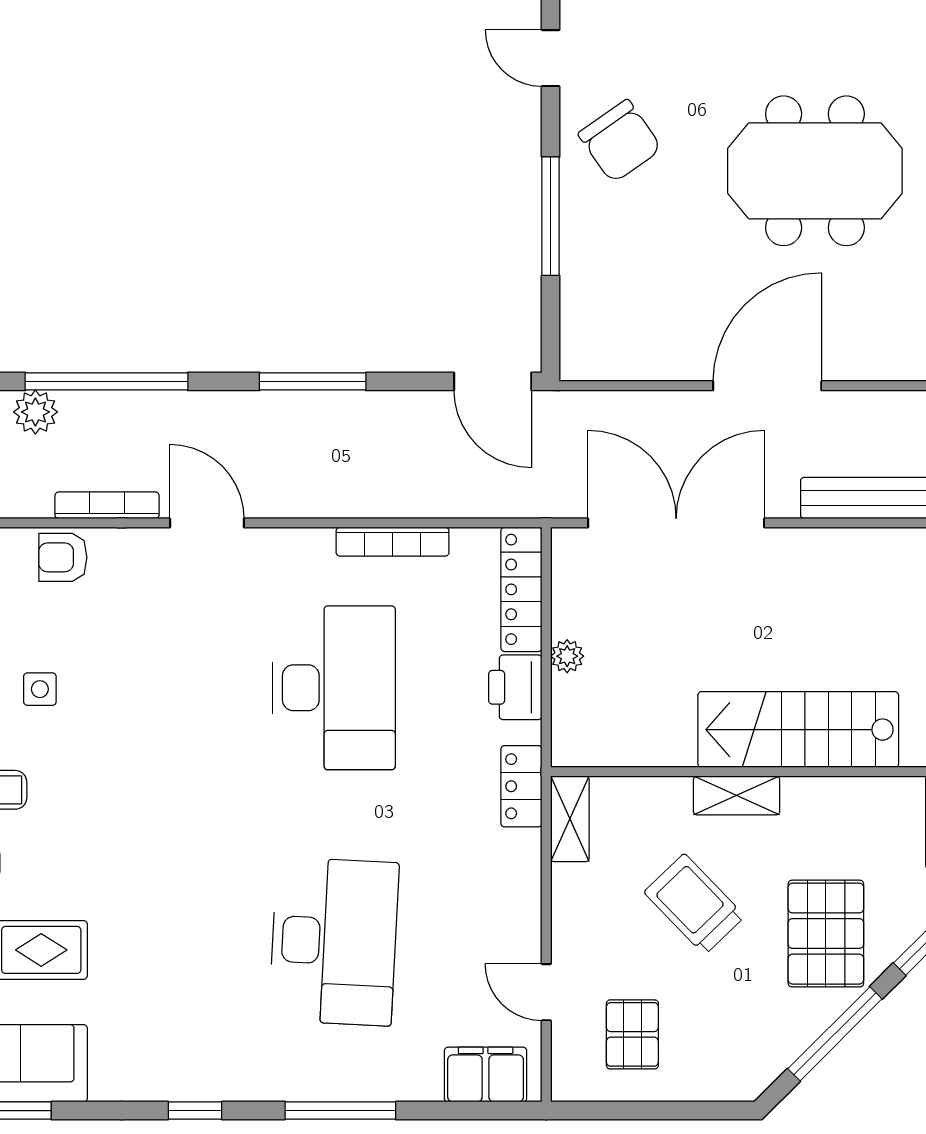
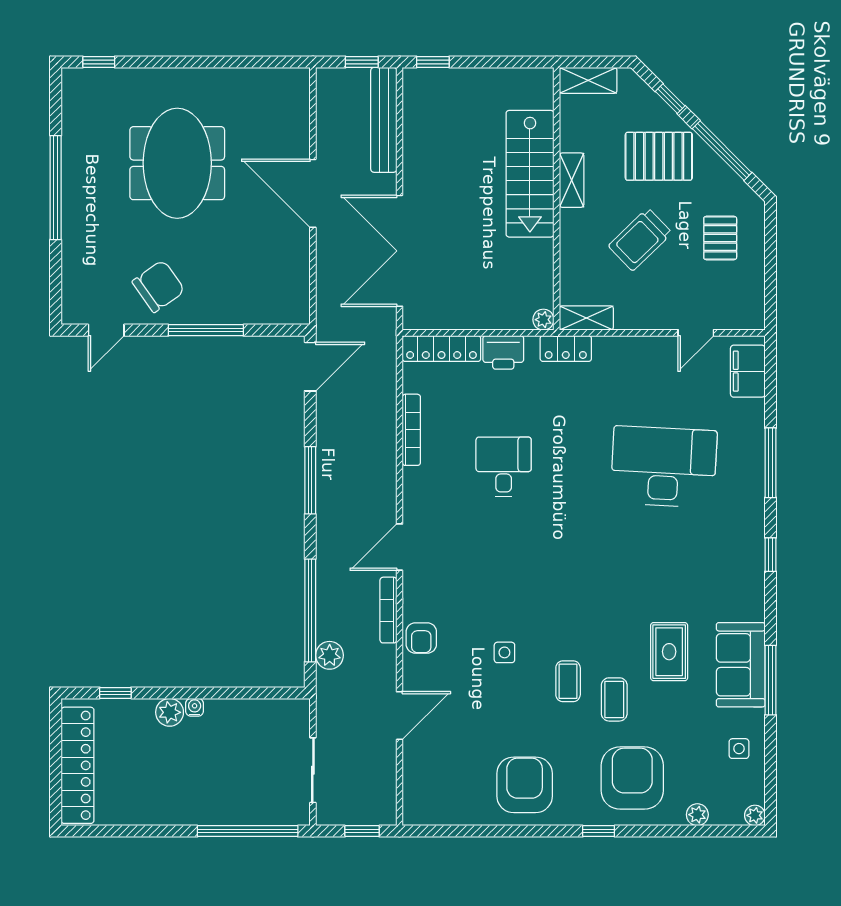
plant: (567, 656) -> (543, 320), moved
desk: (334, 688) -> (504, 467), width x0.53, depth x0.77
shelving: (737, 795) -> (572, 180), moved
pallet: (632, 1034) -> (720, 238), moved, turned 90

